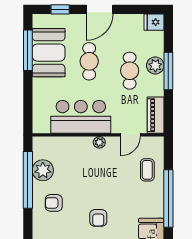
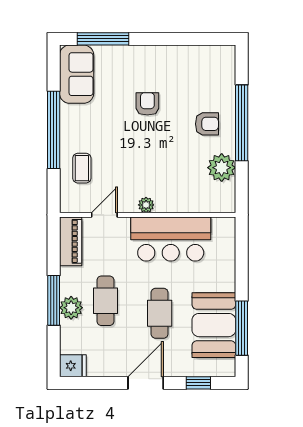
window: (28, 180) -> (242, 123), moved

